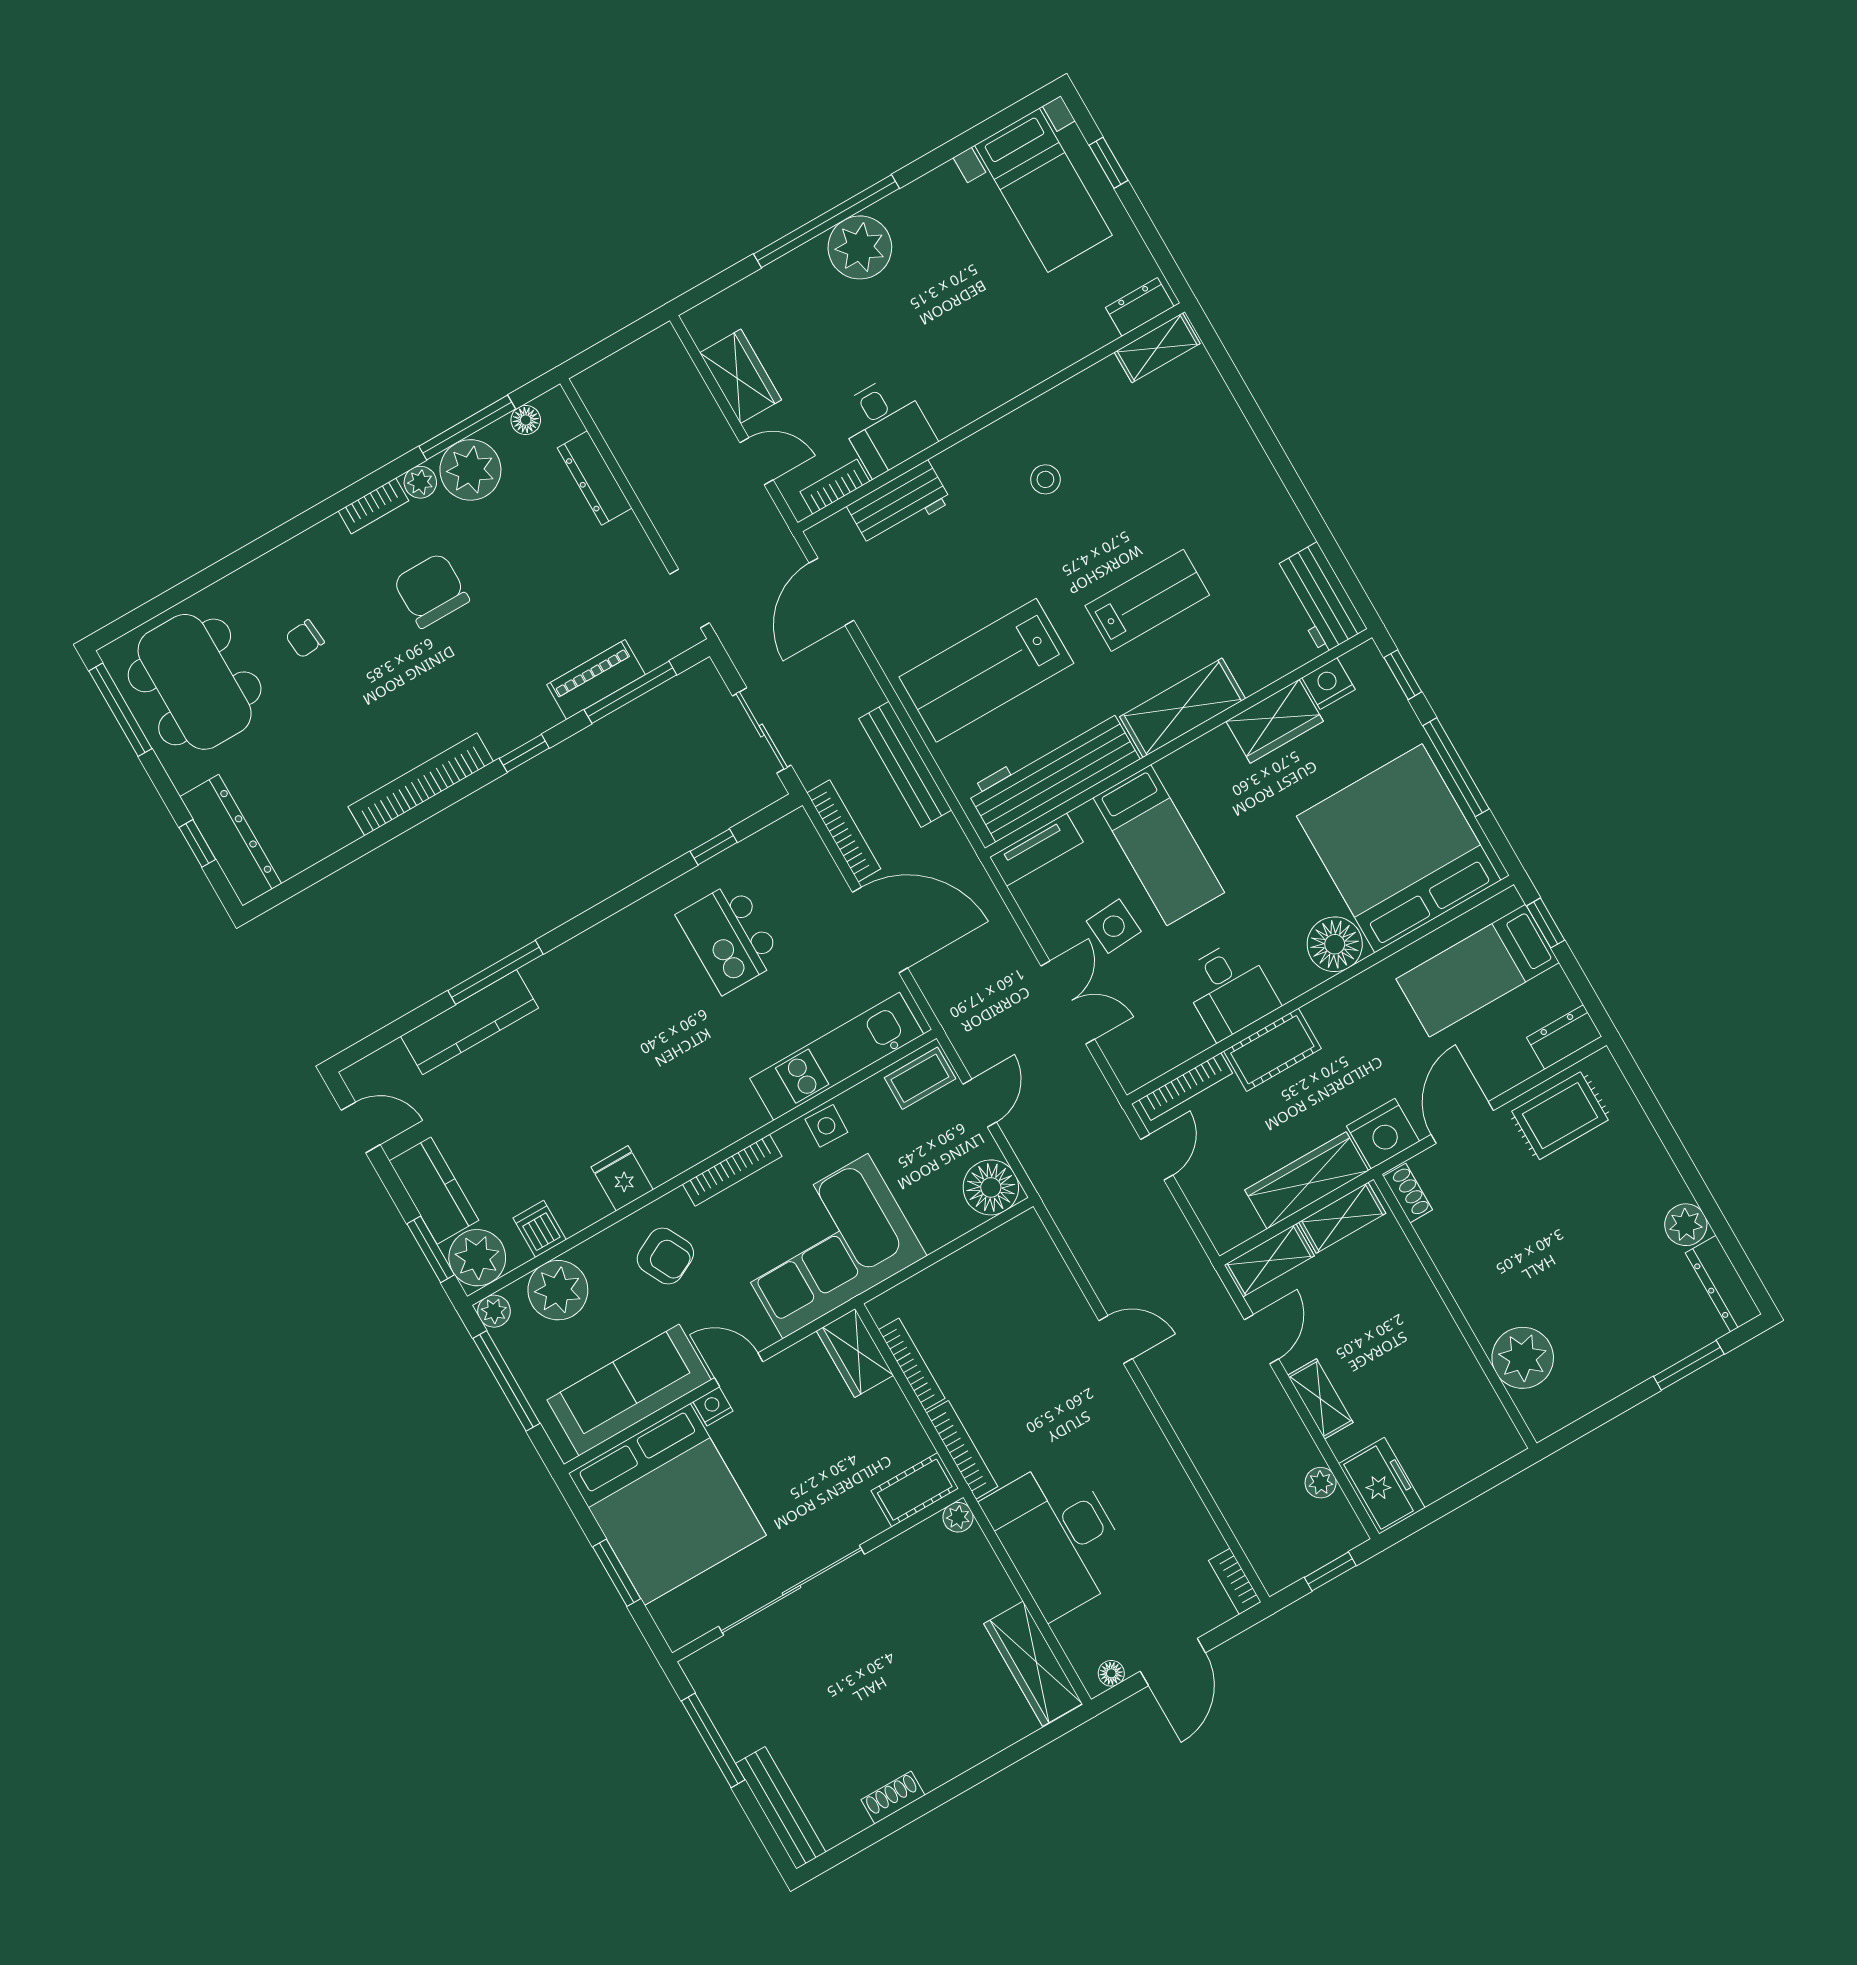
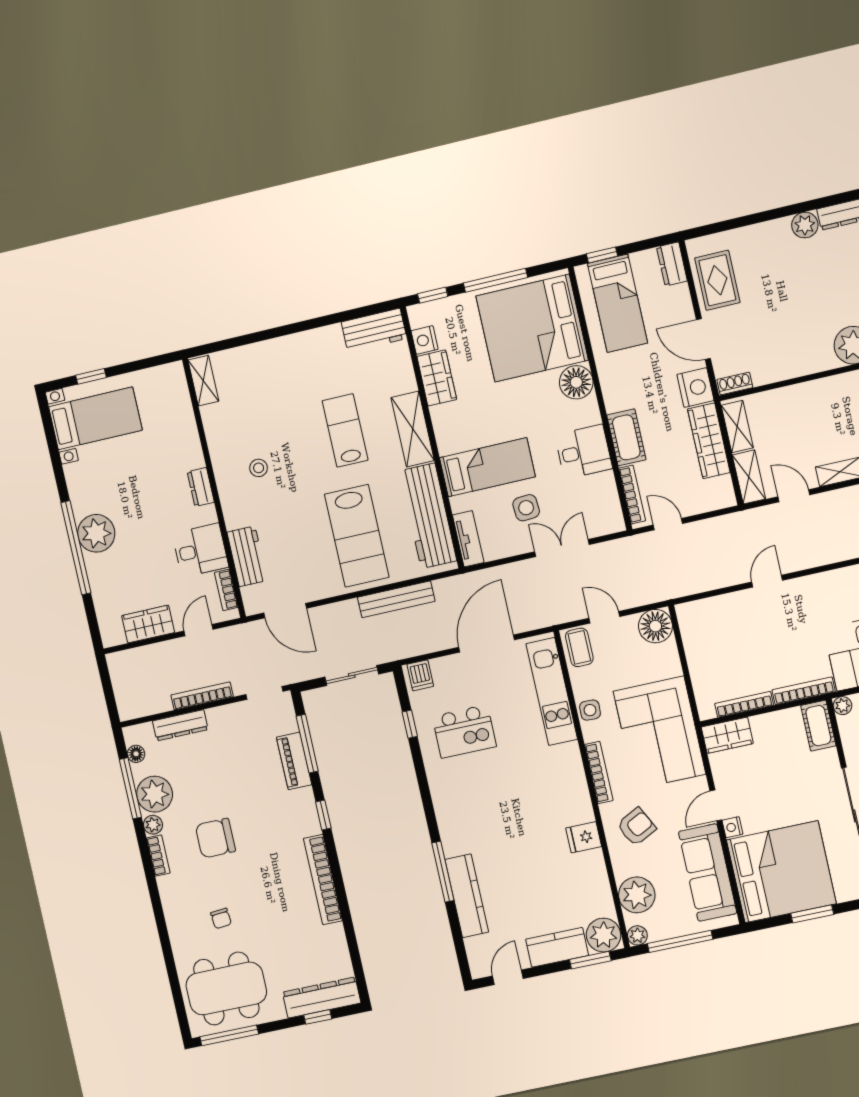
dresser: (1140, 307) -> (201, 487), moved
bookcase: (844, 831) -> (202, 696), moved
dishwasher: (540, 1229) -> (420, 675), moved, turned -90

